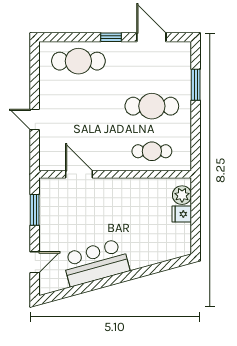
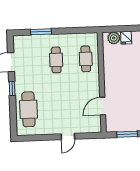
cafe table: (152, 106) -> (56, 60), width x0.73, depth x0.74

